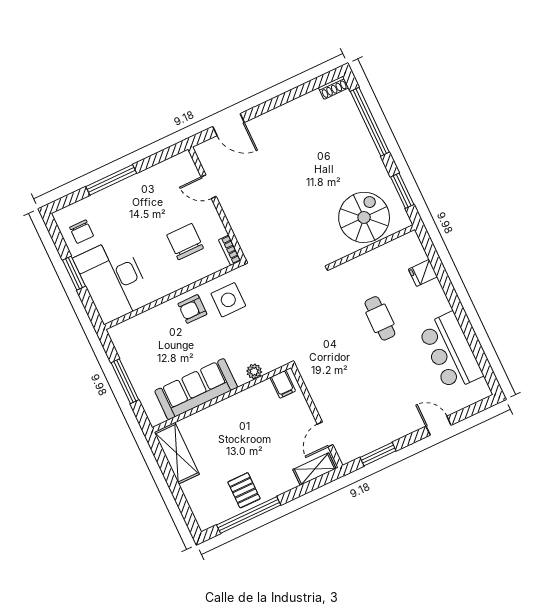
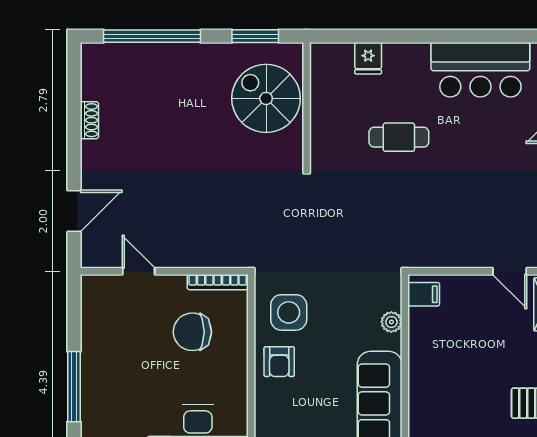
shoe rack: (333, 88) -> (89, 120), moved
door: (209, 187) -> (139, 271), swing flipped
bookcase: (230, 250) -> (218, 282), width x1.56

